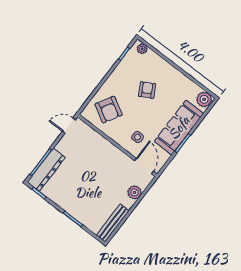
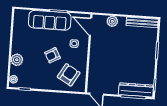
armchair: (147, 90) -> (52, 55), moved
plant: (204, 99) -> (17, 60), moved
door: (144, 166) -> (91, 27), hinge flipped

